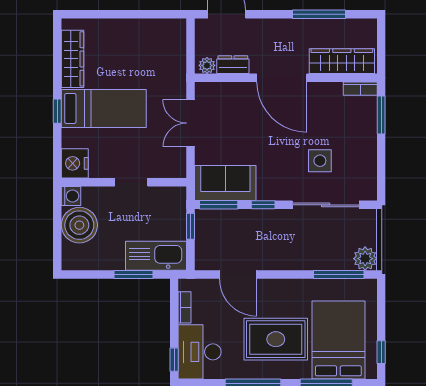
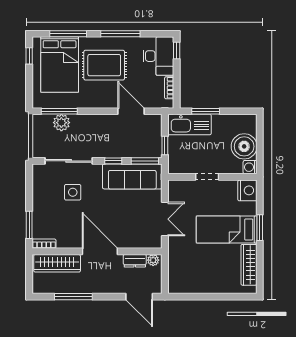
window: (57, 111) -> (260, 228), width x1.50
sofa: (225, 183) -> (132, 176), width x1.36
plant: (365, 259) -> (61, 123), moved

